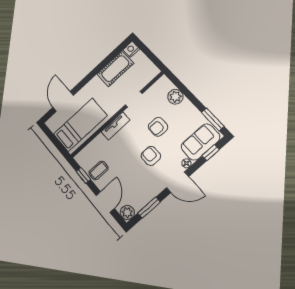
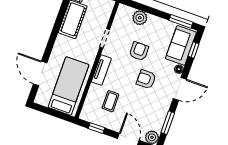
armchair: (158, 127) -> (139, 51), turned 180
coffee table: (98, 170) -> (110, 101), moved

